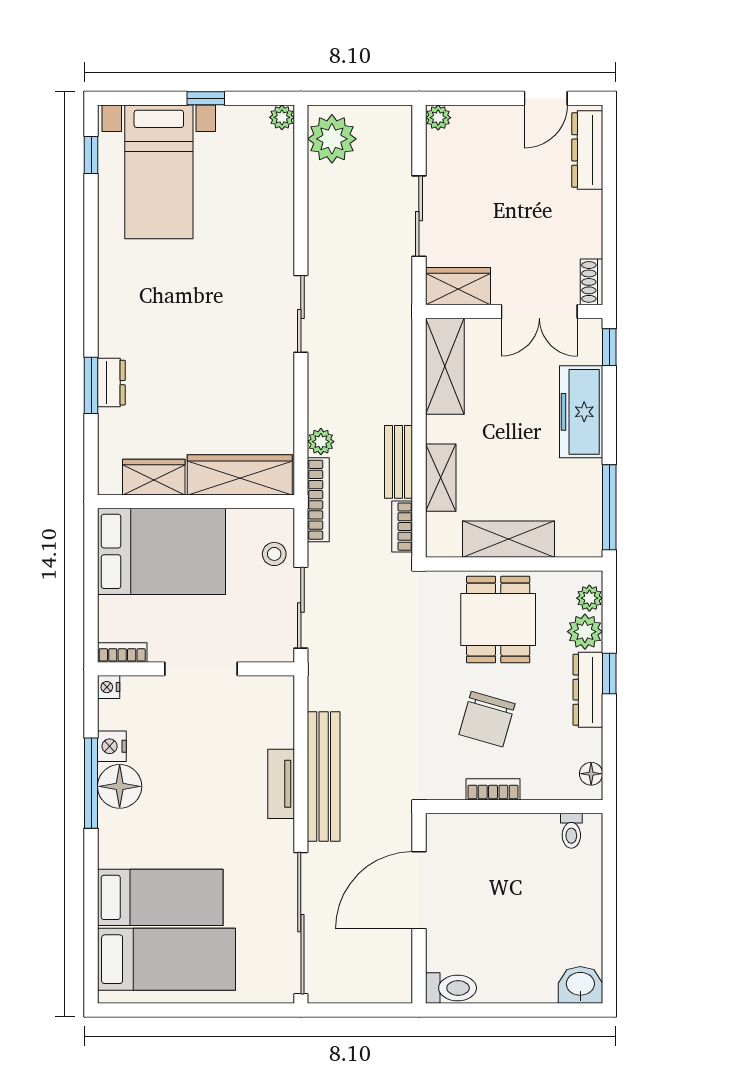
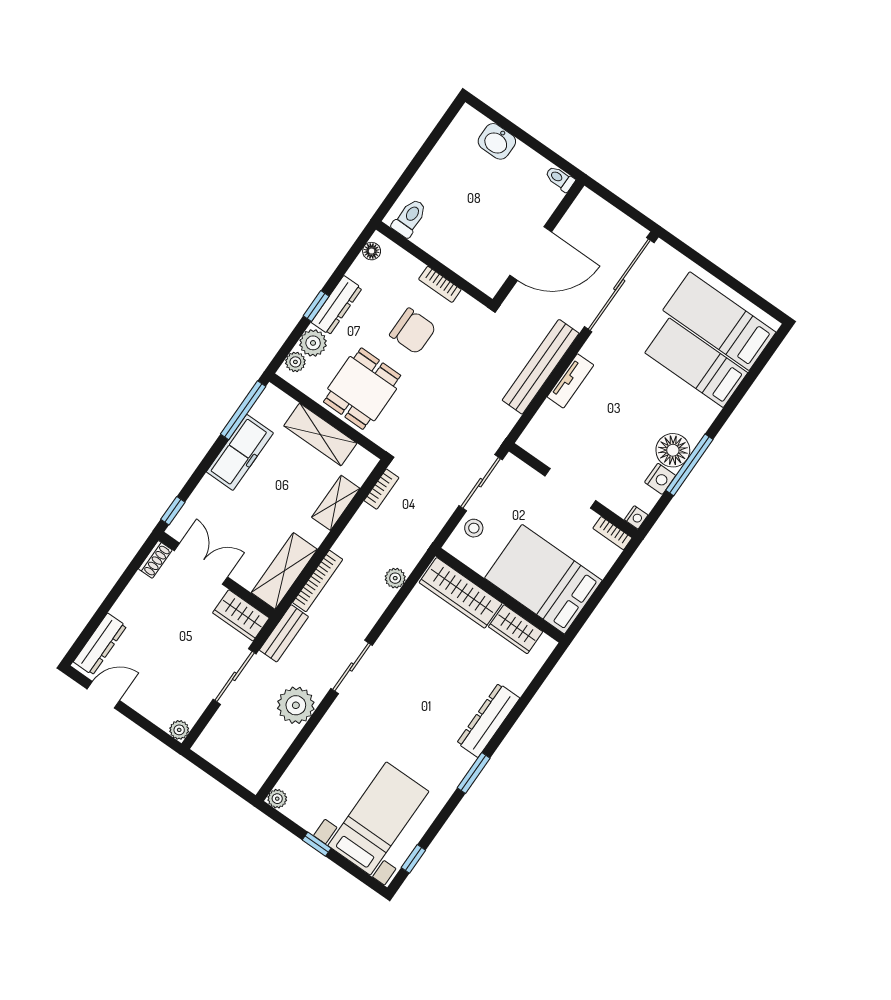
plant: (332, 139) -> (296, 705), moved
dresser: (111, 383) -> (488, 720), width x1.96, depth x1.24
window: (91, 385) -> (474, 773), moved
freezer: (581, 412) -> (240, 452), moved
bench: (398, 462) -> (284, 633), moved
bookcase: (318, 500) -> (318, 581), moved, turned 180
chair: (487, 719) -> (413, 331), turned 74
toilet: (571, 831) -> (409, 218), width x1.37, depth x1.39
washbasin: (580, 985) -> (497, 141), moved
toilet: (451, 988) -> (560, 179), width x0.73, depth x0.72

